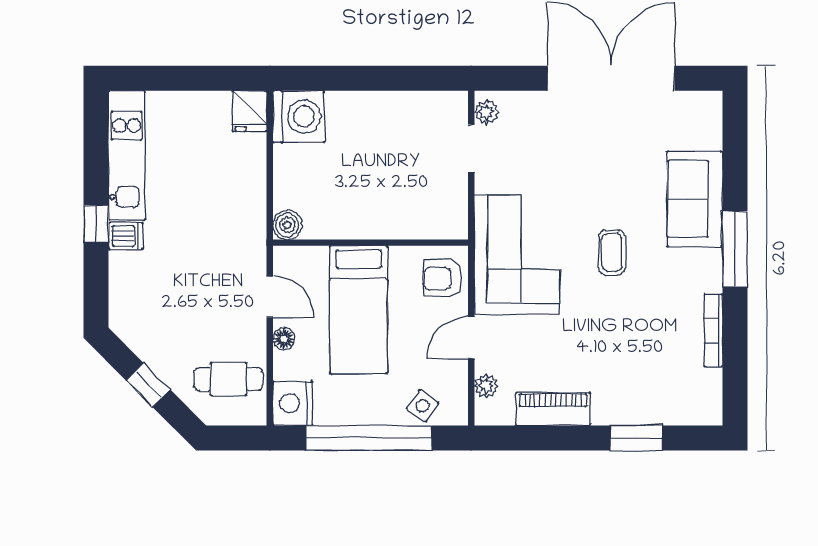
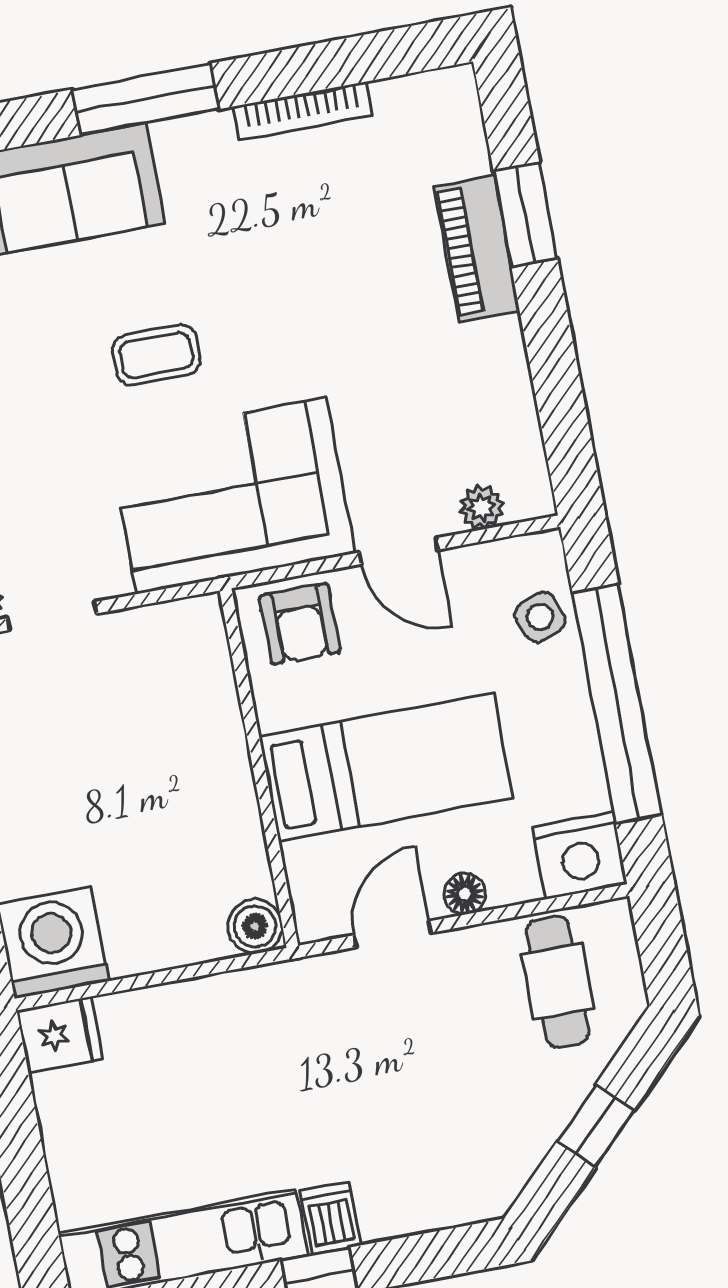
coffee table: (612, 252) -> (156, 355), moved
side table: (423, 406) -> (540, 617), turned 34
piano: (553, 409) -> (477, 249), moved

